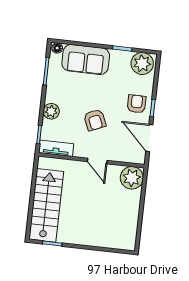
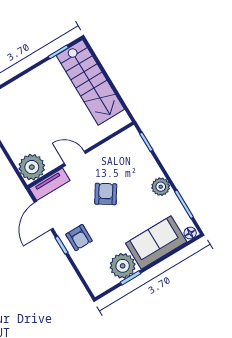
plant: (142, 63) -> (123, 266), moved
plant: (51, 111) -> (161, 187), moved
armchair: (95, 120) -> (106, 194), turned 56
door: (149, 138) -> (44, 215), swing flipped
tv unit: (56, 148) -> (50, 184), moved

